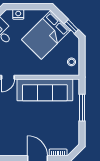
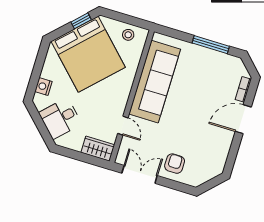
bed: (46, 35) -> (88, 54), width x1.36
window: (82, 108) -> (211, 45), moved

